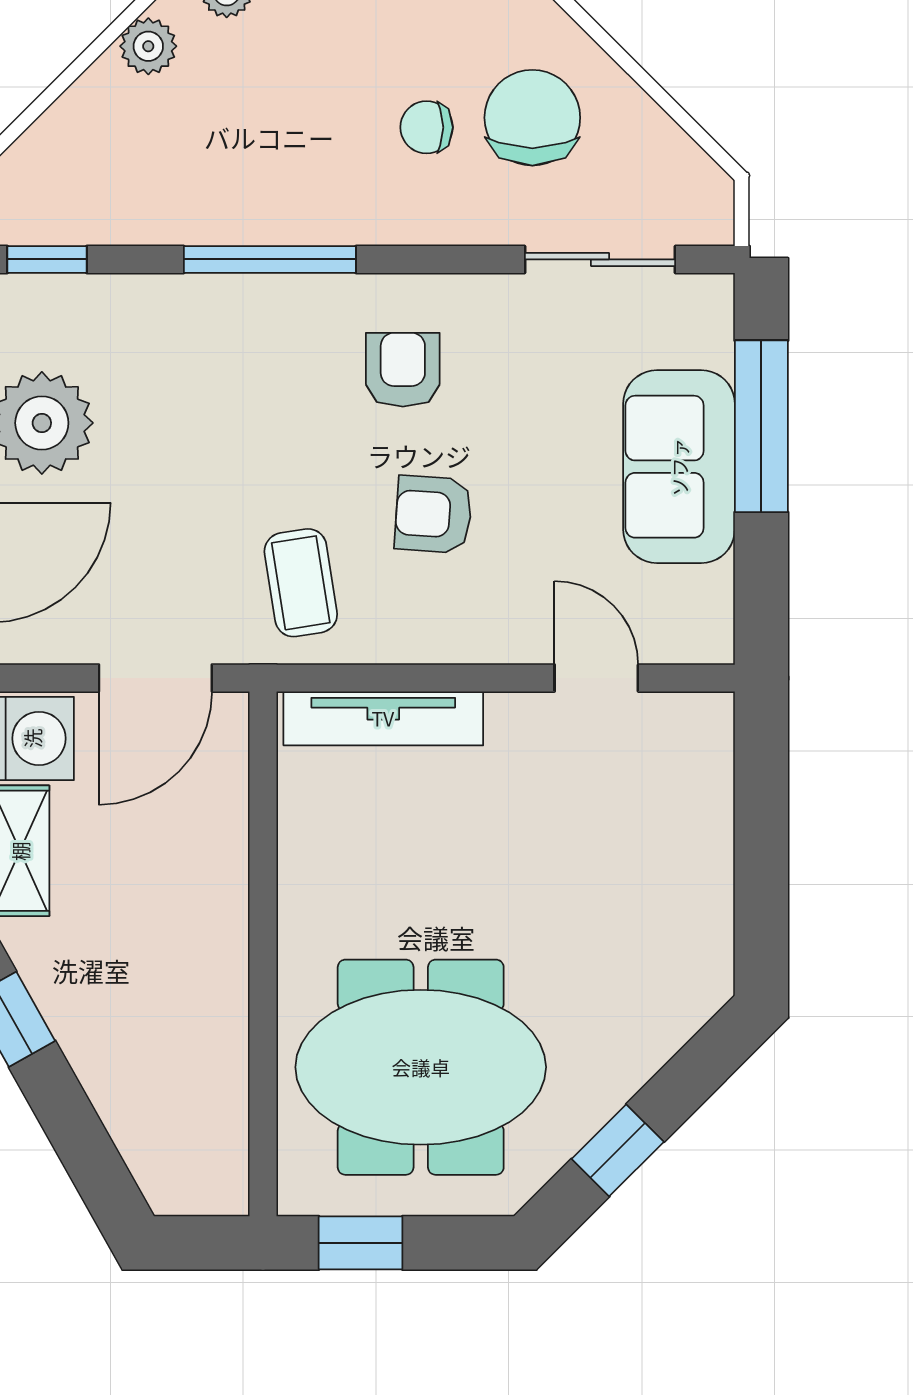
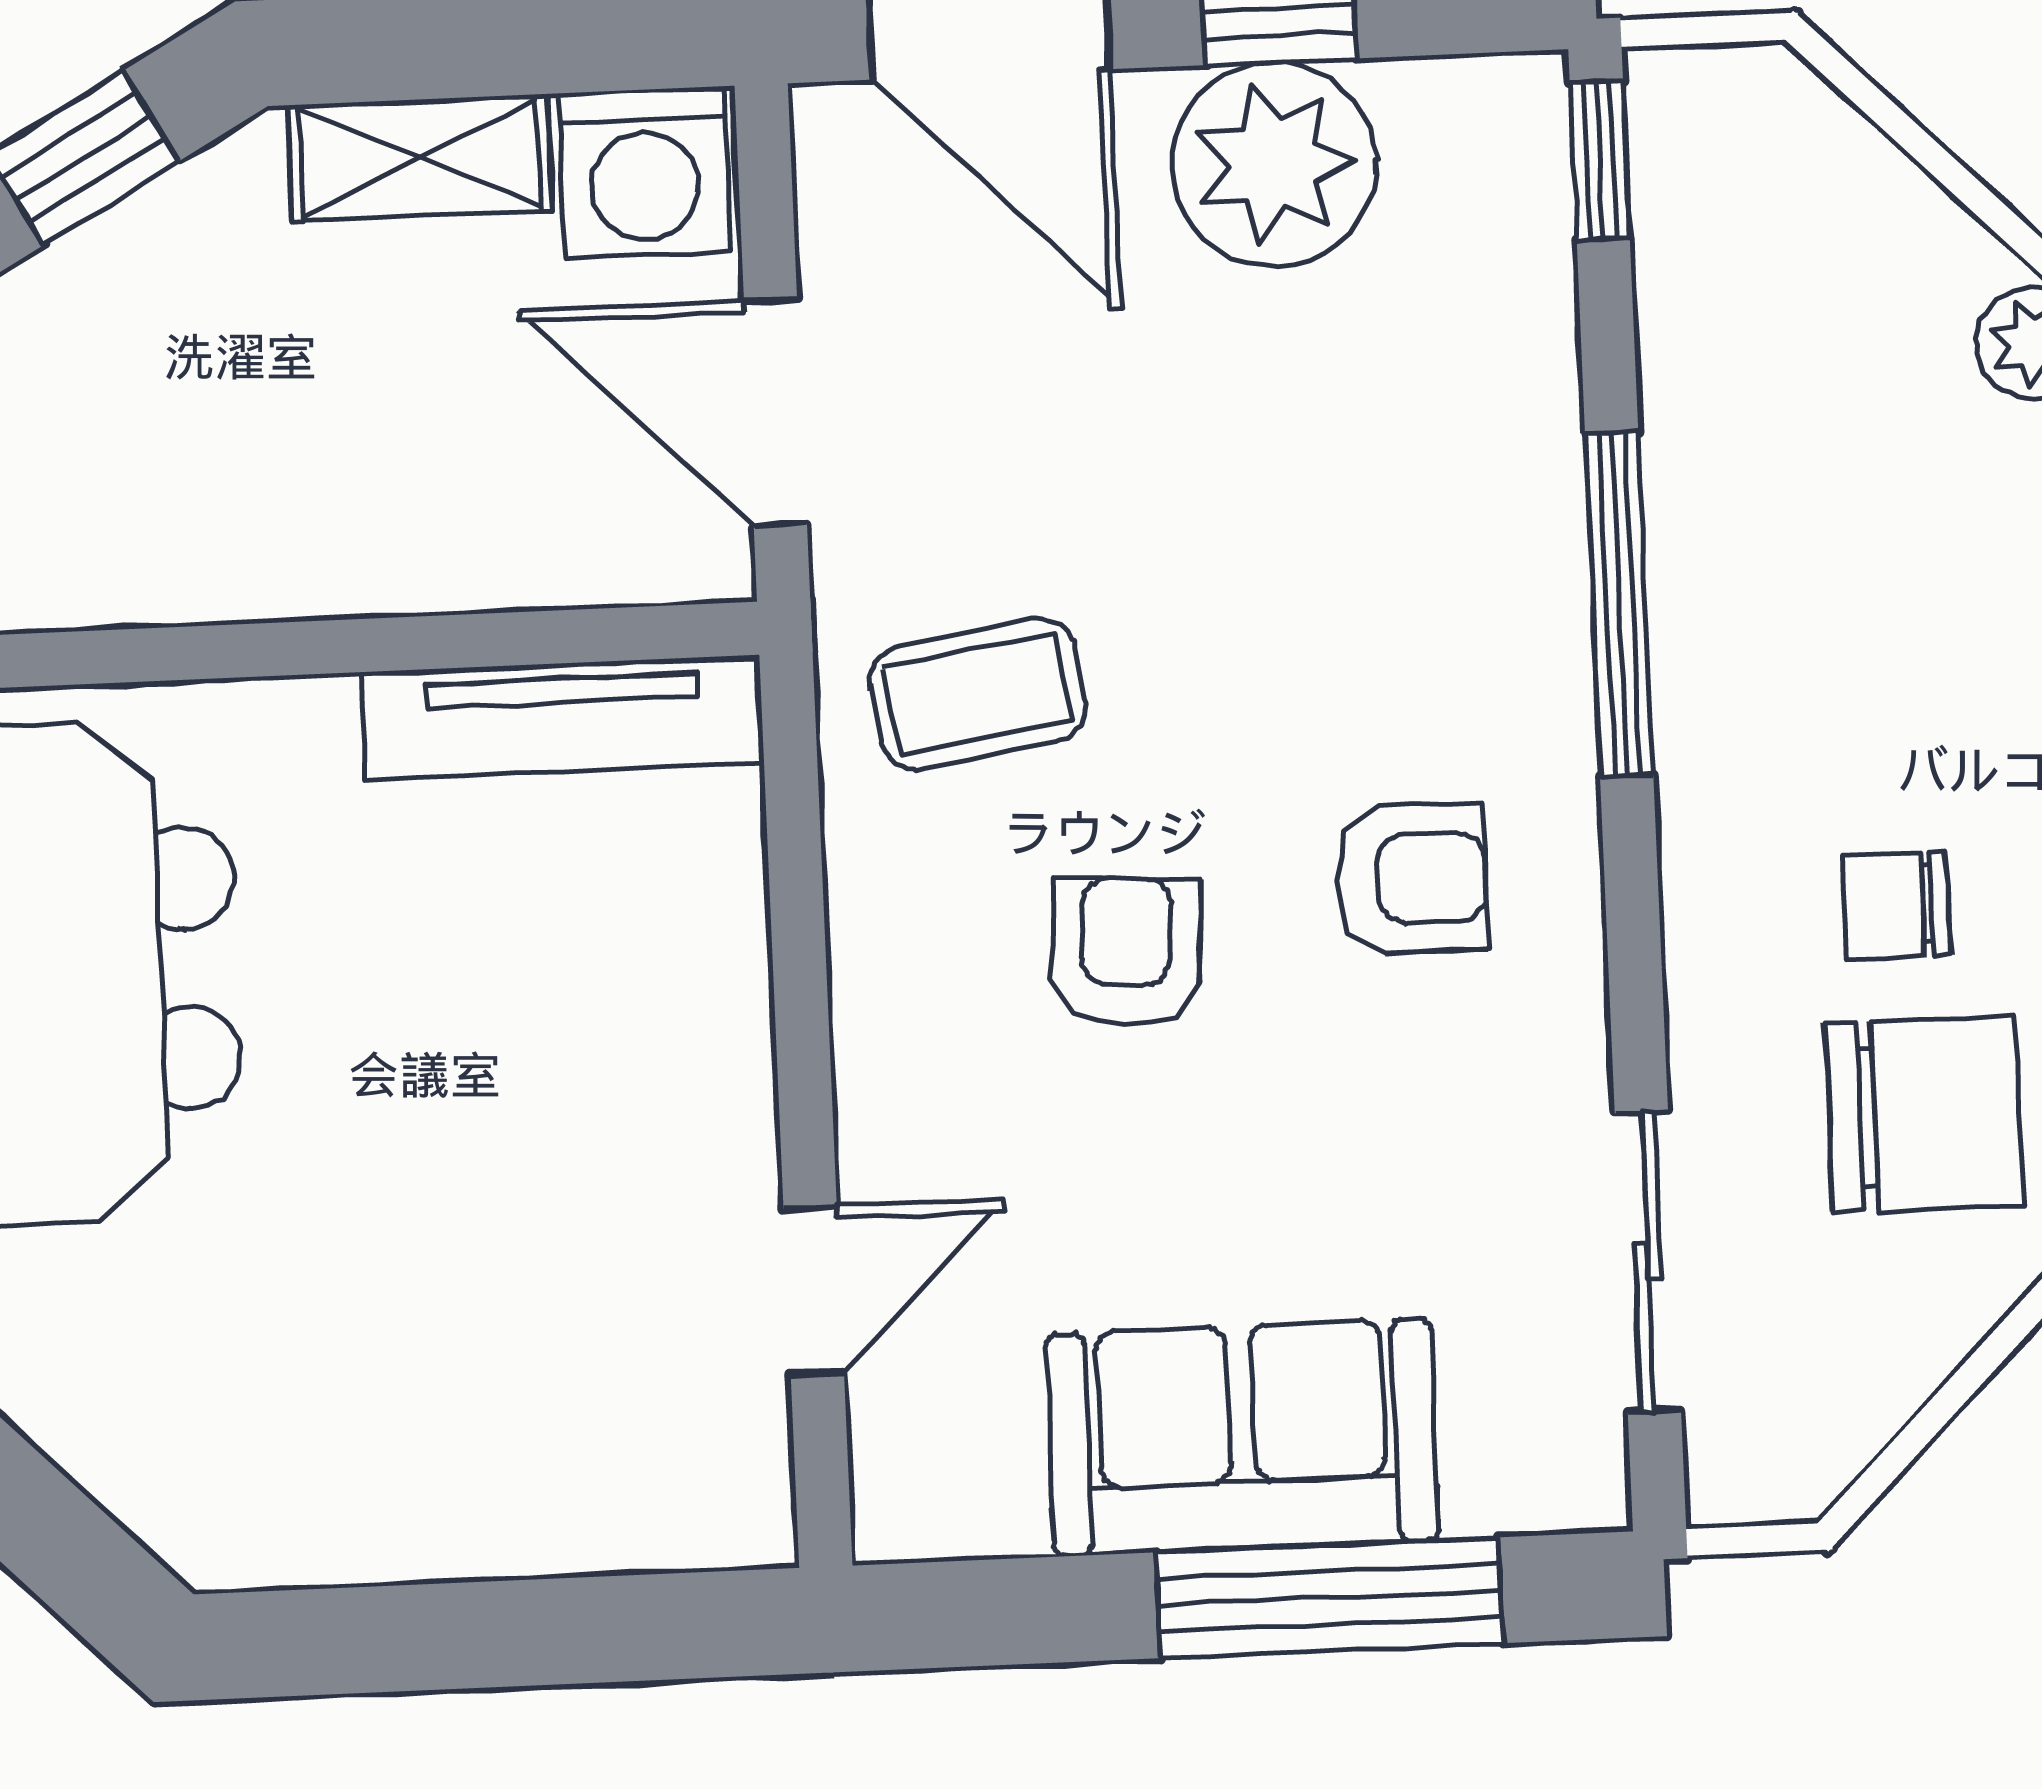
chair: (427, 127) -> (1896, 905), turned -90
tv unit: (383, 718) -> (563, 717), moved, turned -90

